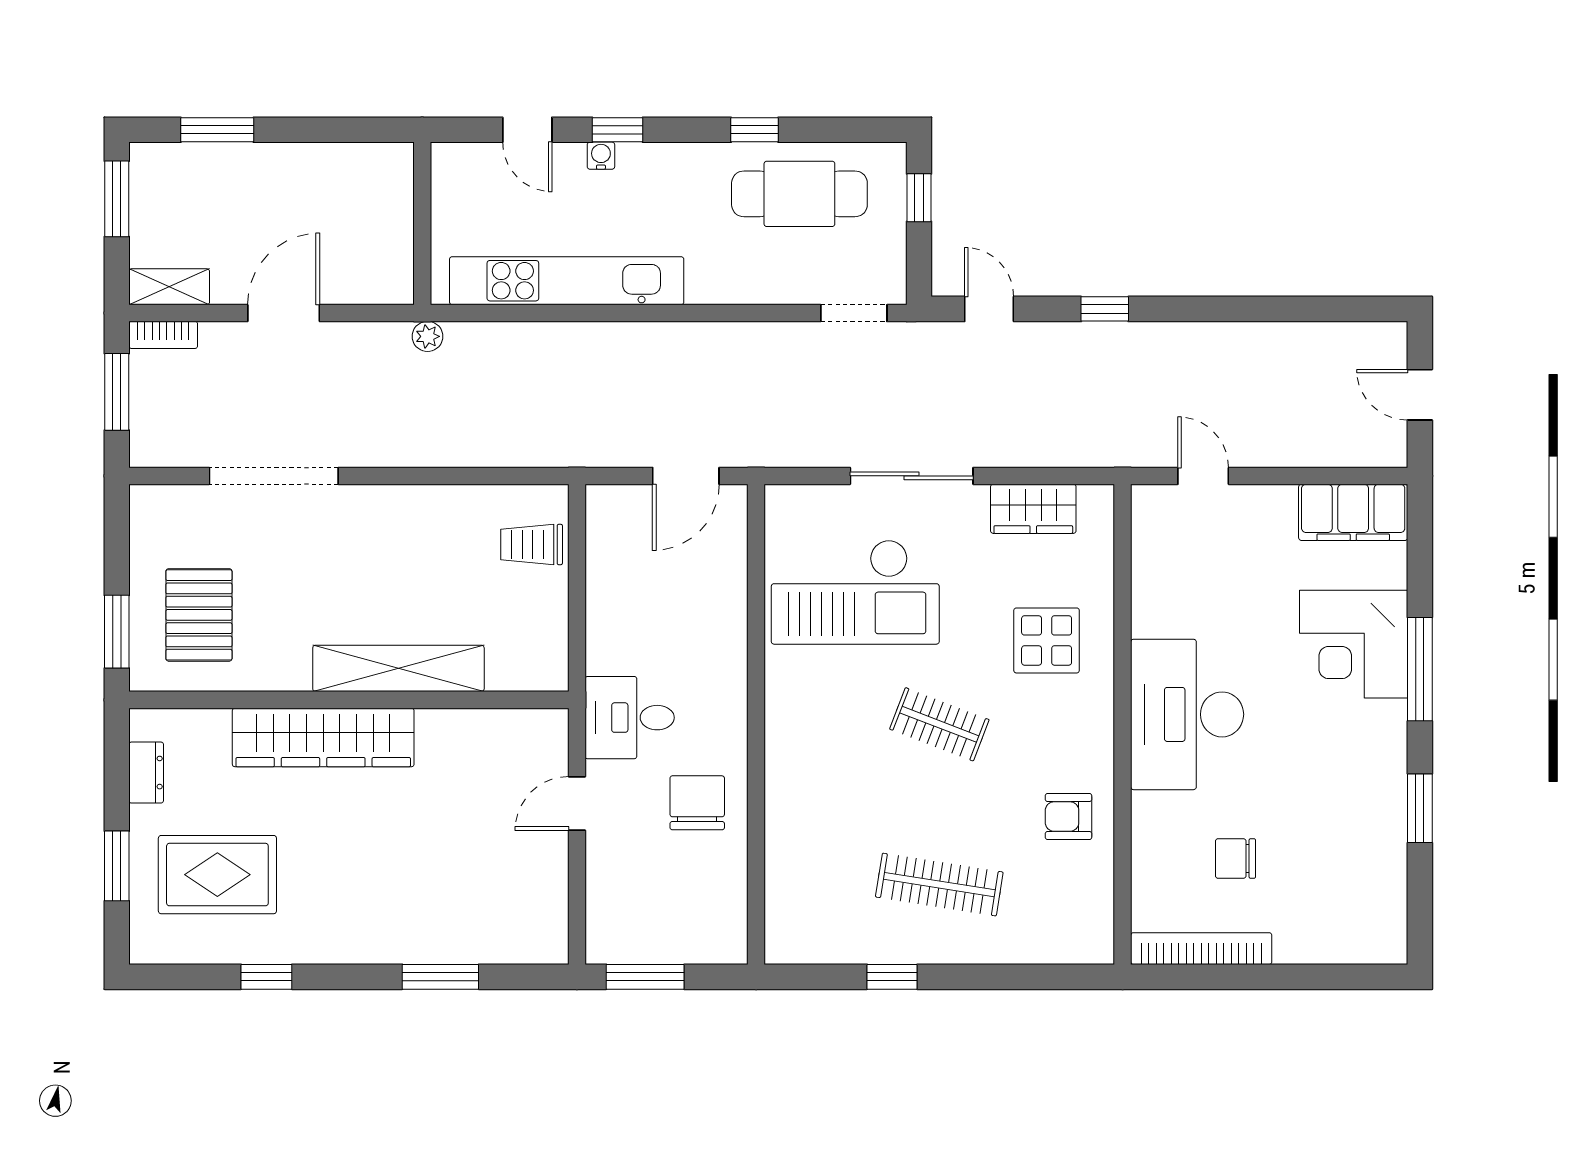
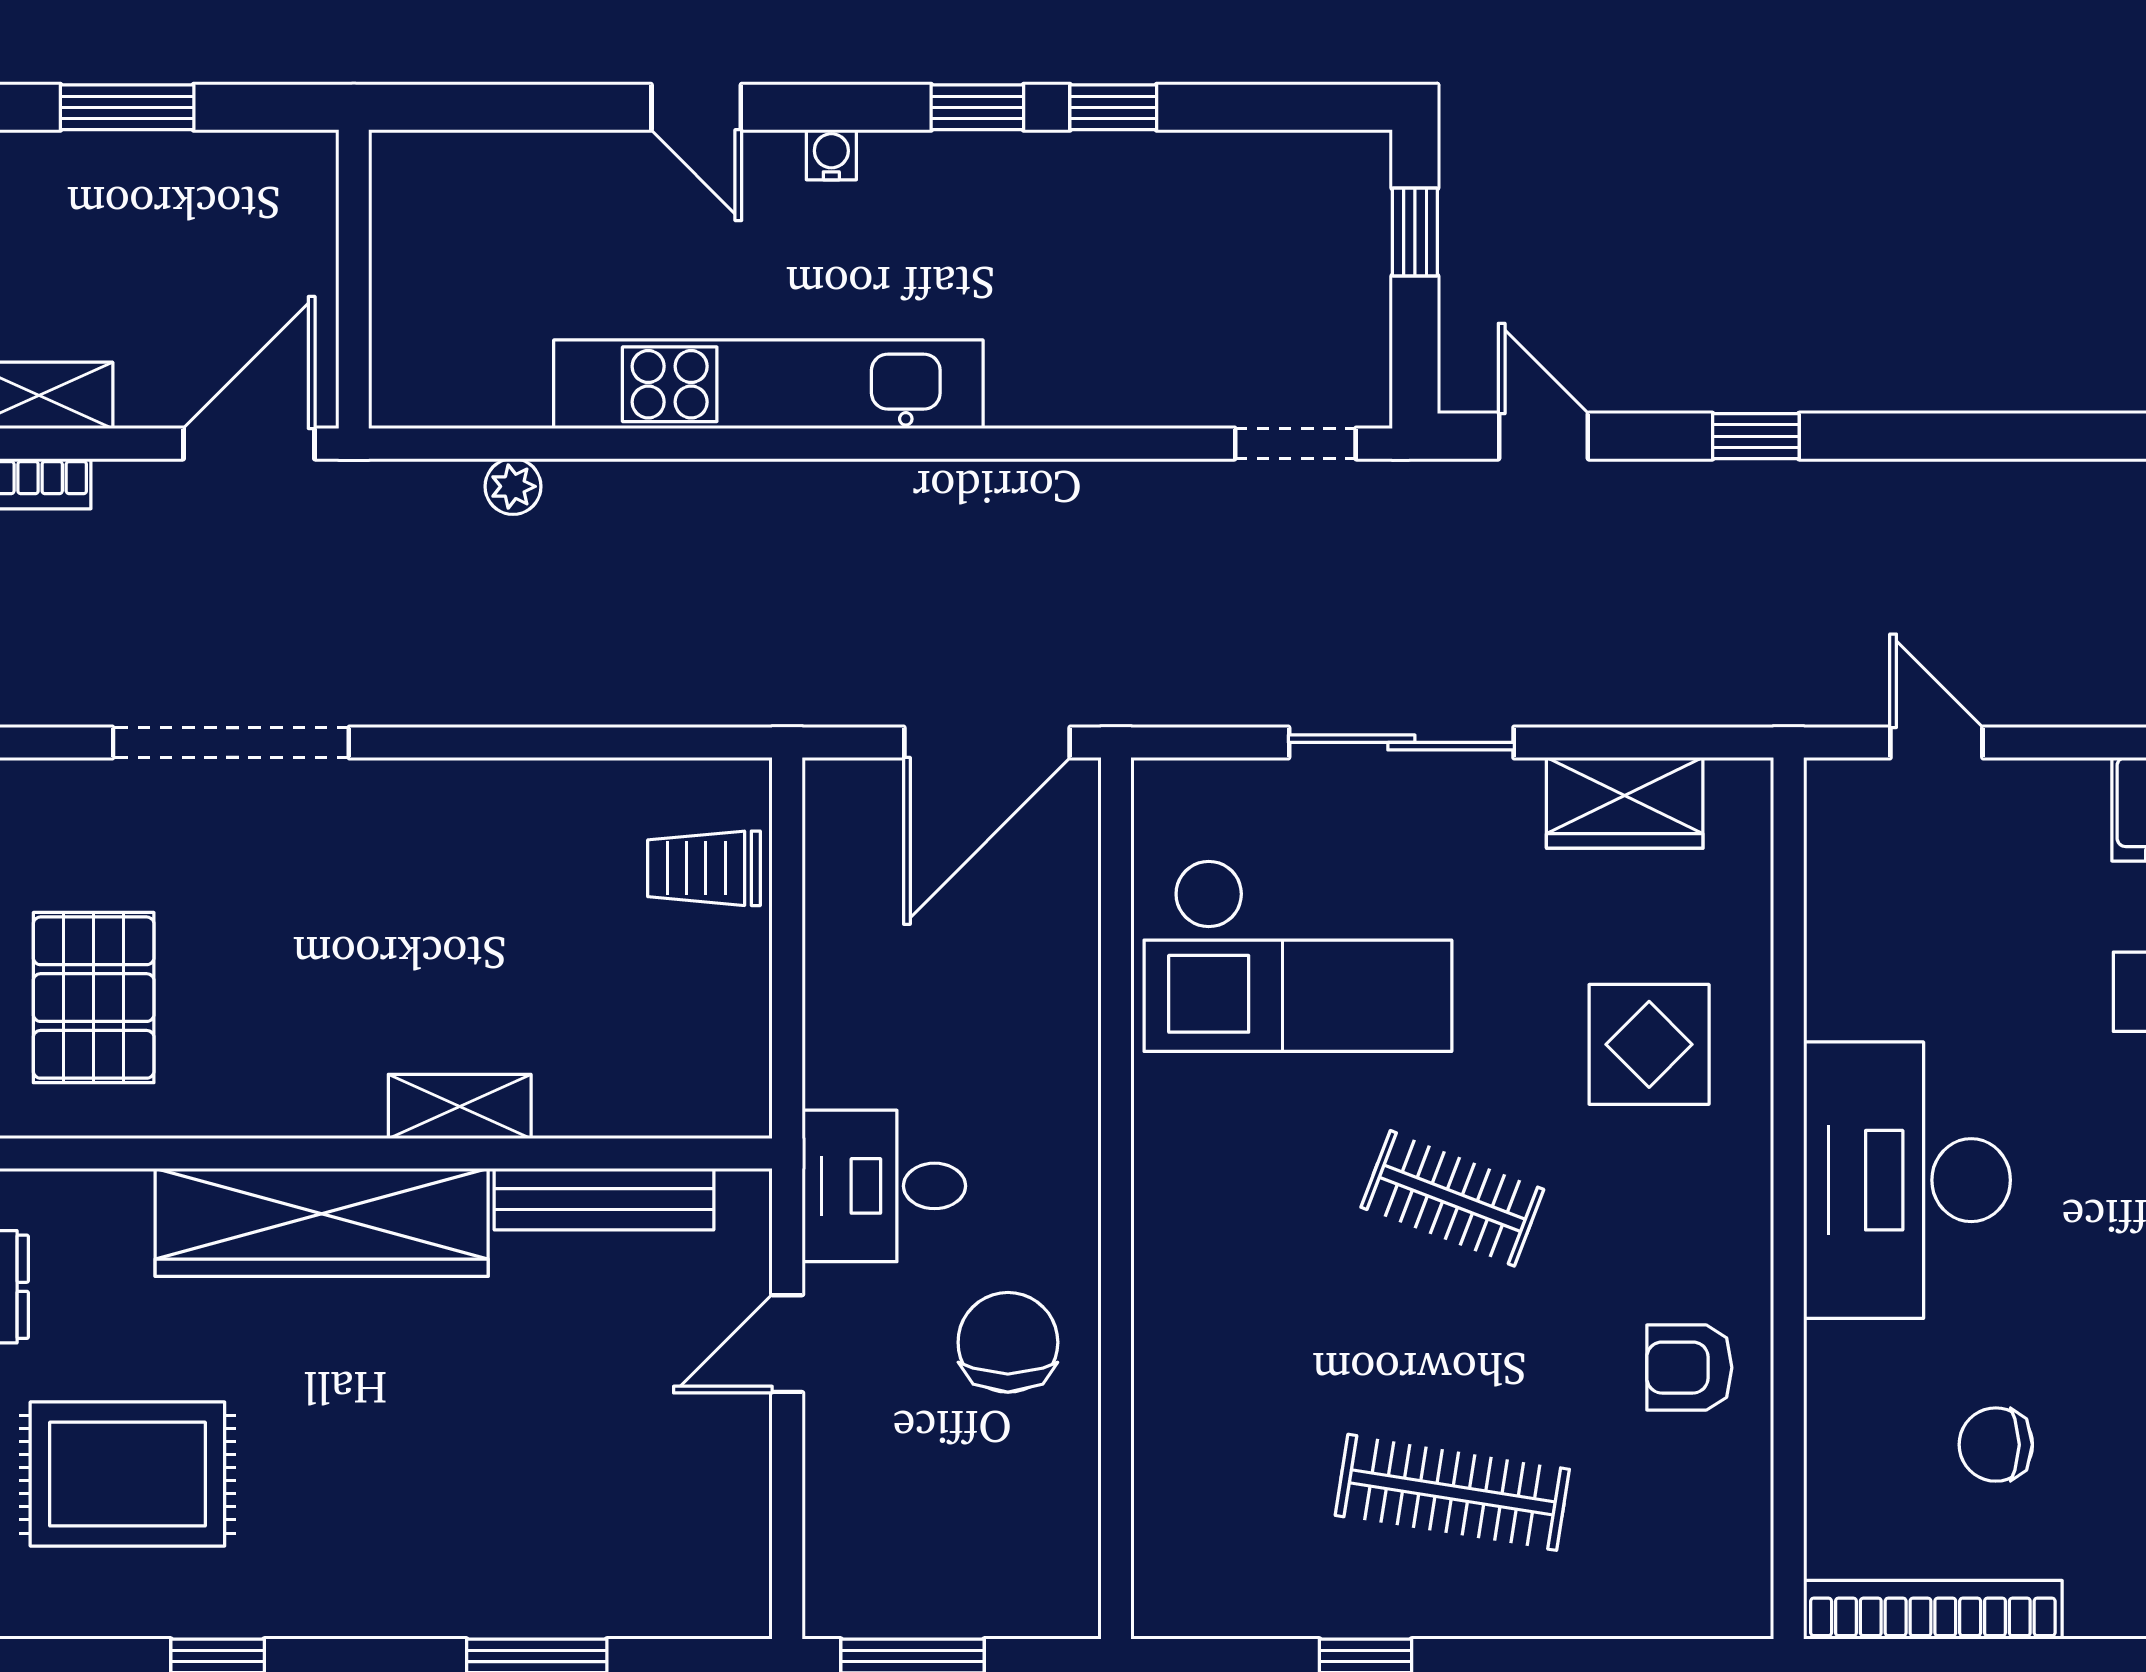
window: (618, 130) -> (977, 107), moved
cafe table: (799, 194) -> (1196, 225), removed
wall: (422, 223) -> (354, 279), moved
door: (686, 476) -> (987, 742), width x1.36
shelving: (398, 668) -> (460, 1106), width x0.45, depth x0.75
bench: (477, 725) -> (604, 1199), added

